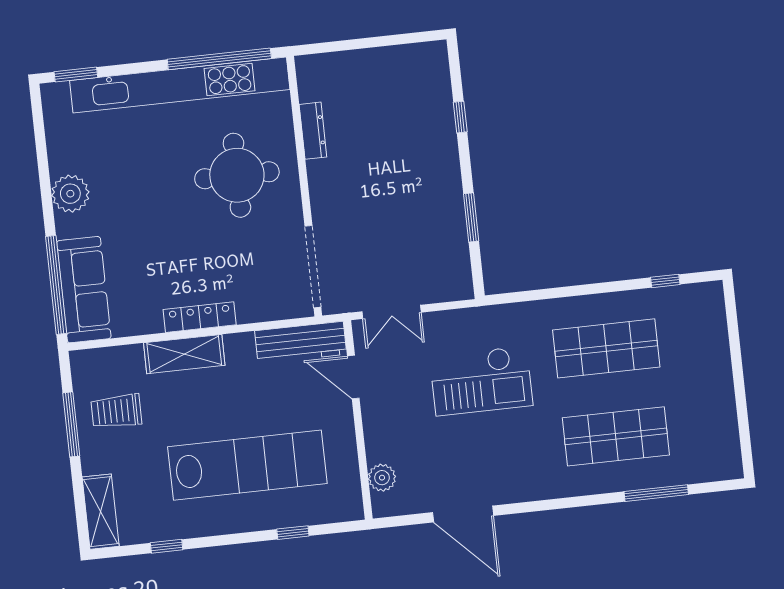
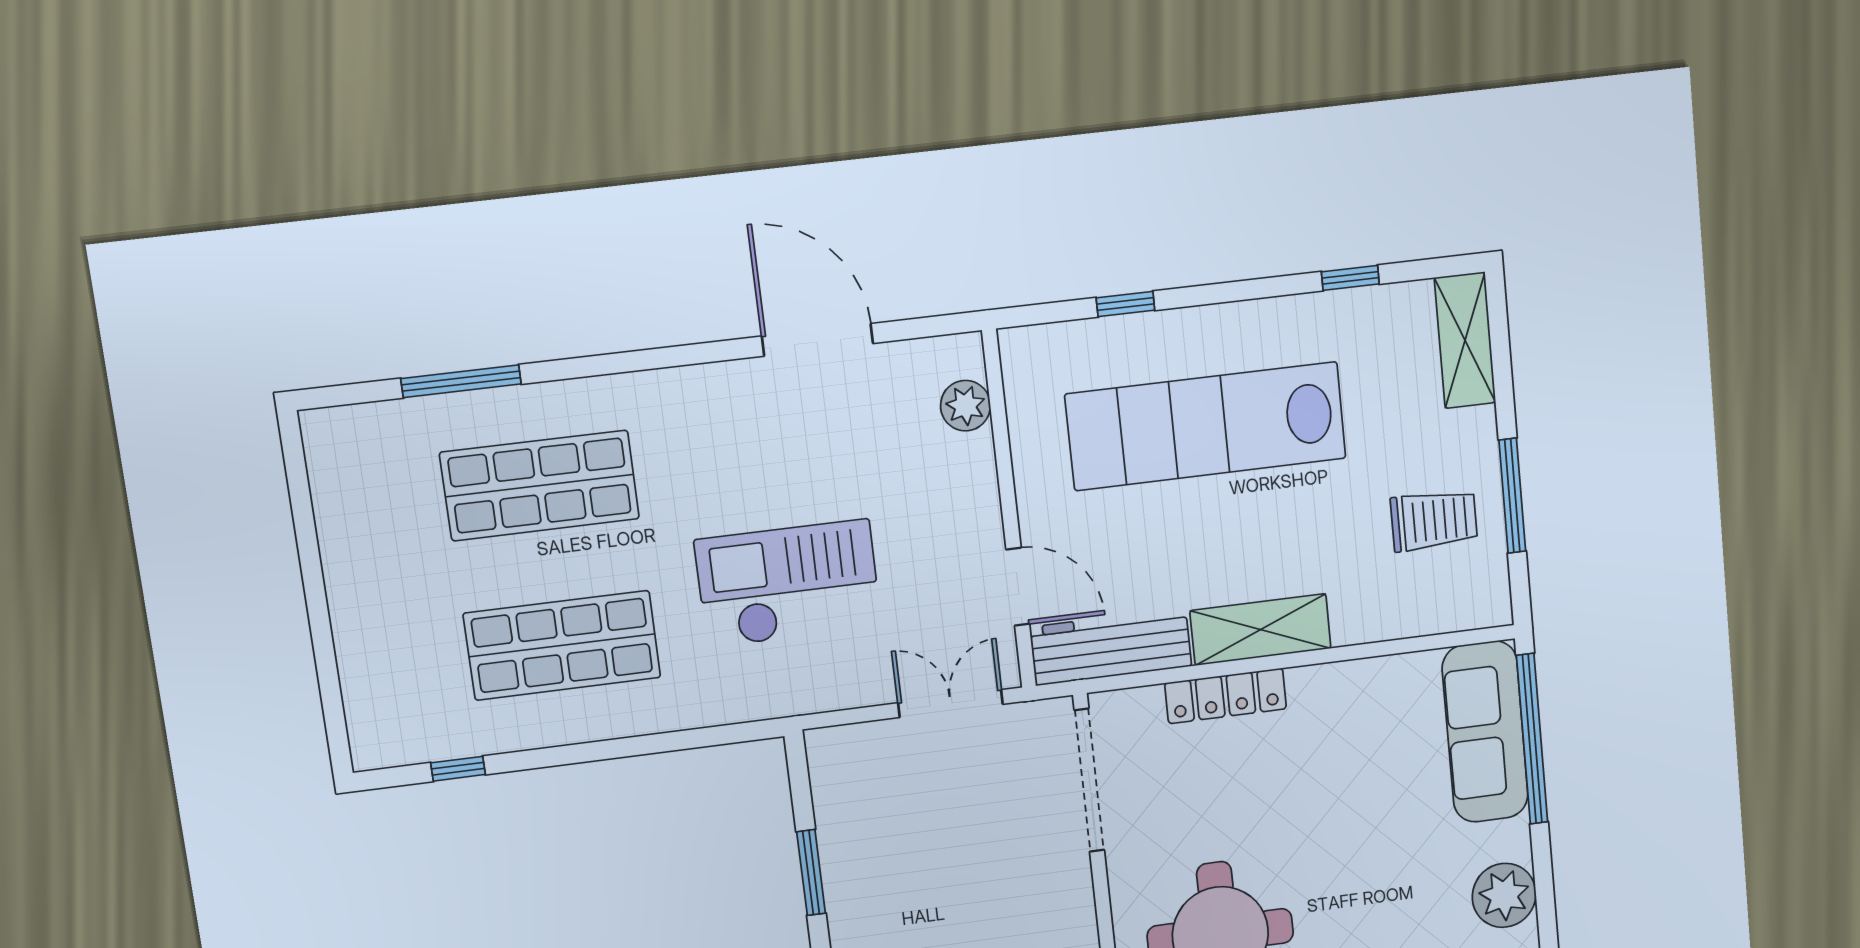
locker: (200, 317) -> (1226, 696), moved
shelving: (184, 354) -> (1261, 630), moved

